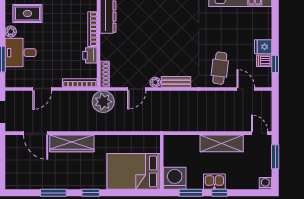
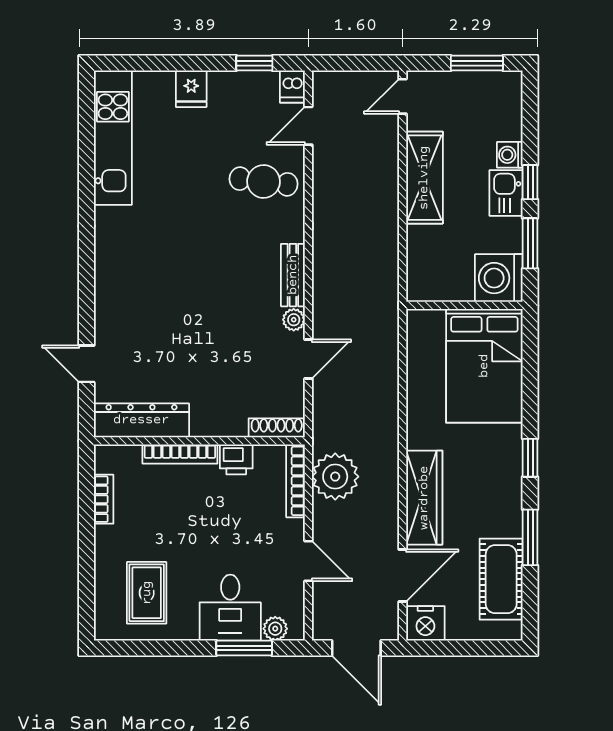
plant: (11, 31) -> (275, 629), moved
fridge: (263, 47) -> (191, 89), moved
dishwasher: (264, 61) -> (292, 87), moved
door: (137, 89) -> (308, 359), hinge flipped
plant: (103, 102) -> (335, 477), moved
nightstand: (13, 144) -> (425, 623), added
window: (275, 157) -> (477, 63), moved
cot: (34, 179) -> (501, 579), added
washing machine: (265, 183) -> (510, 155), moved

